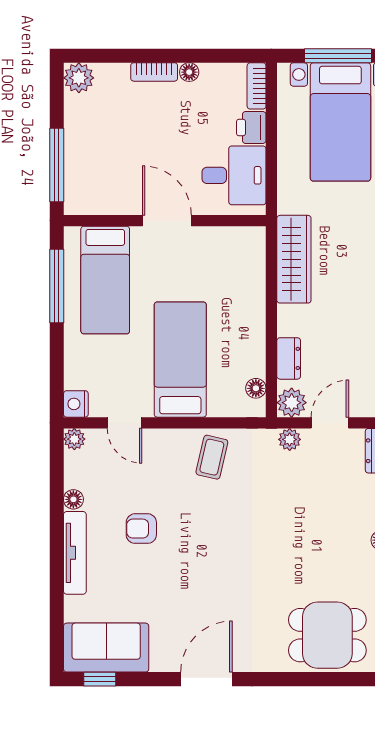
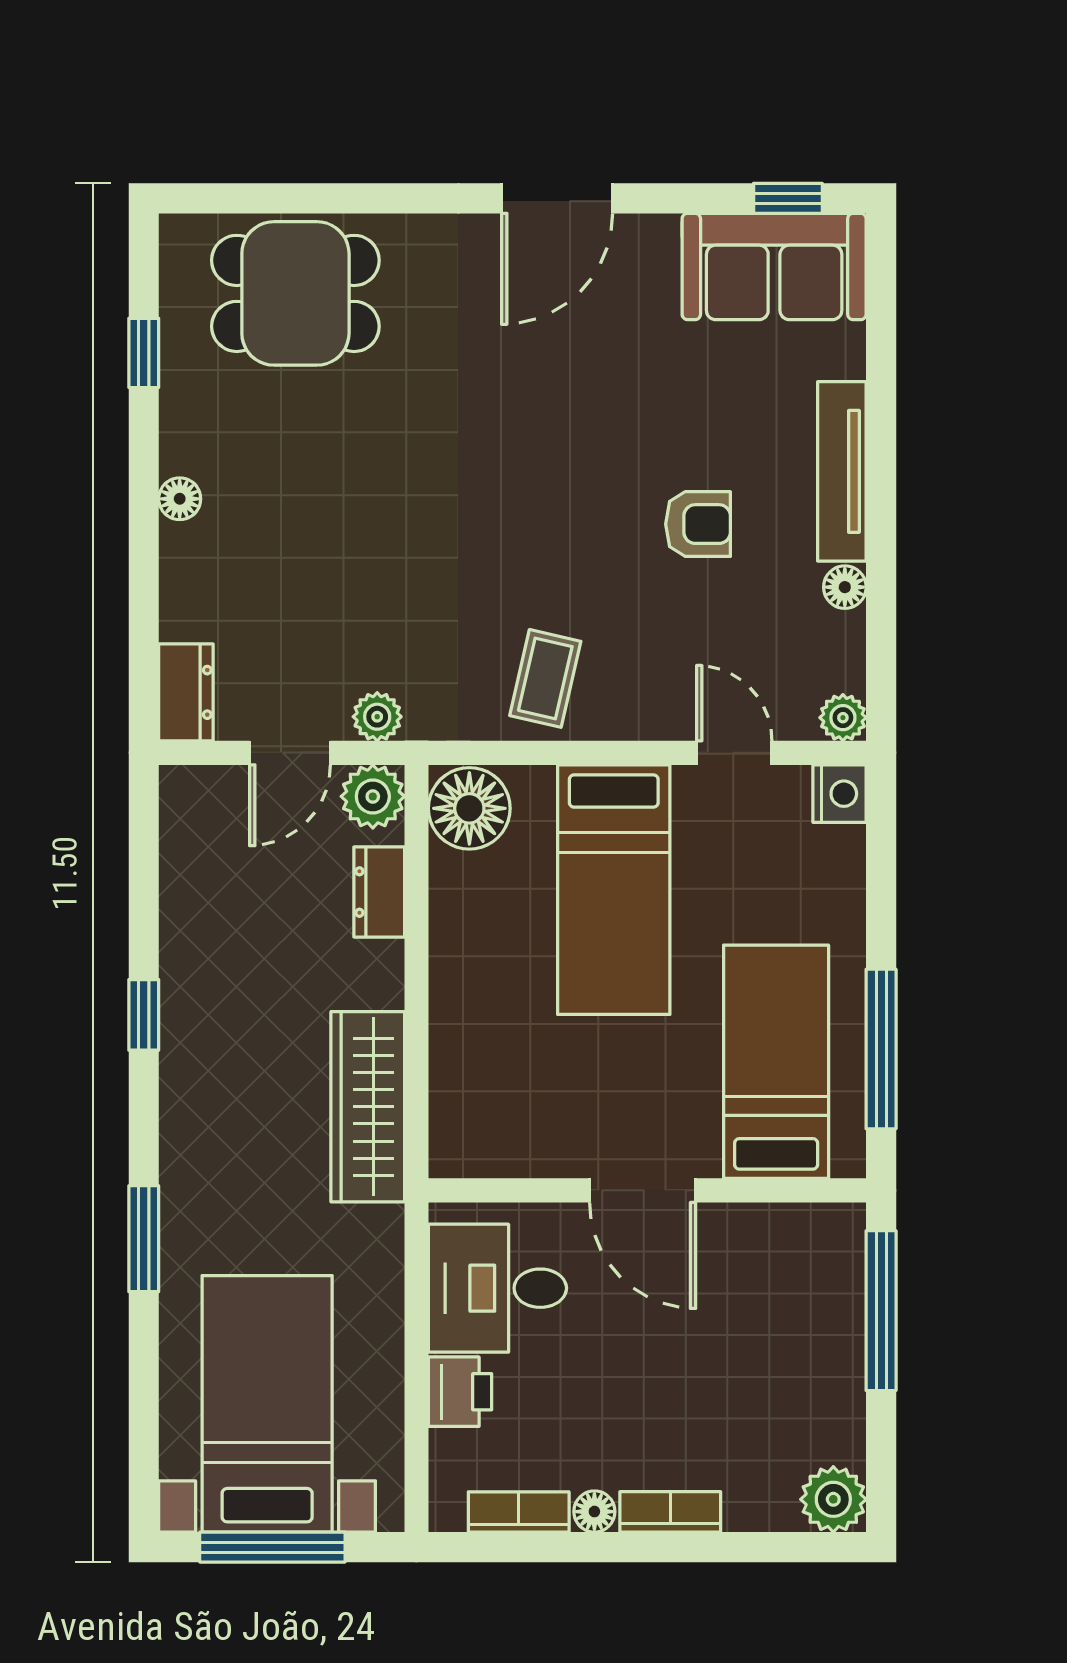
bookcase: (257, 86) -> (519, 1512), moved, turned -90
floor lamp: (256, 388) -> (469, 808), width x1.89, depth x1.89

